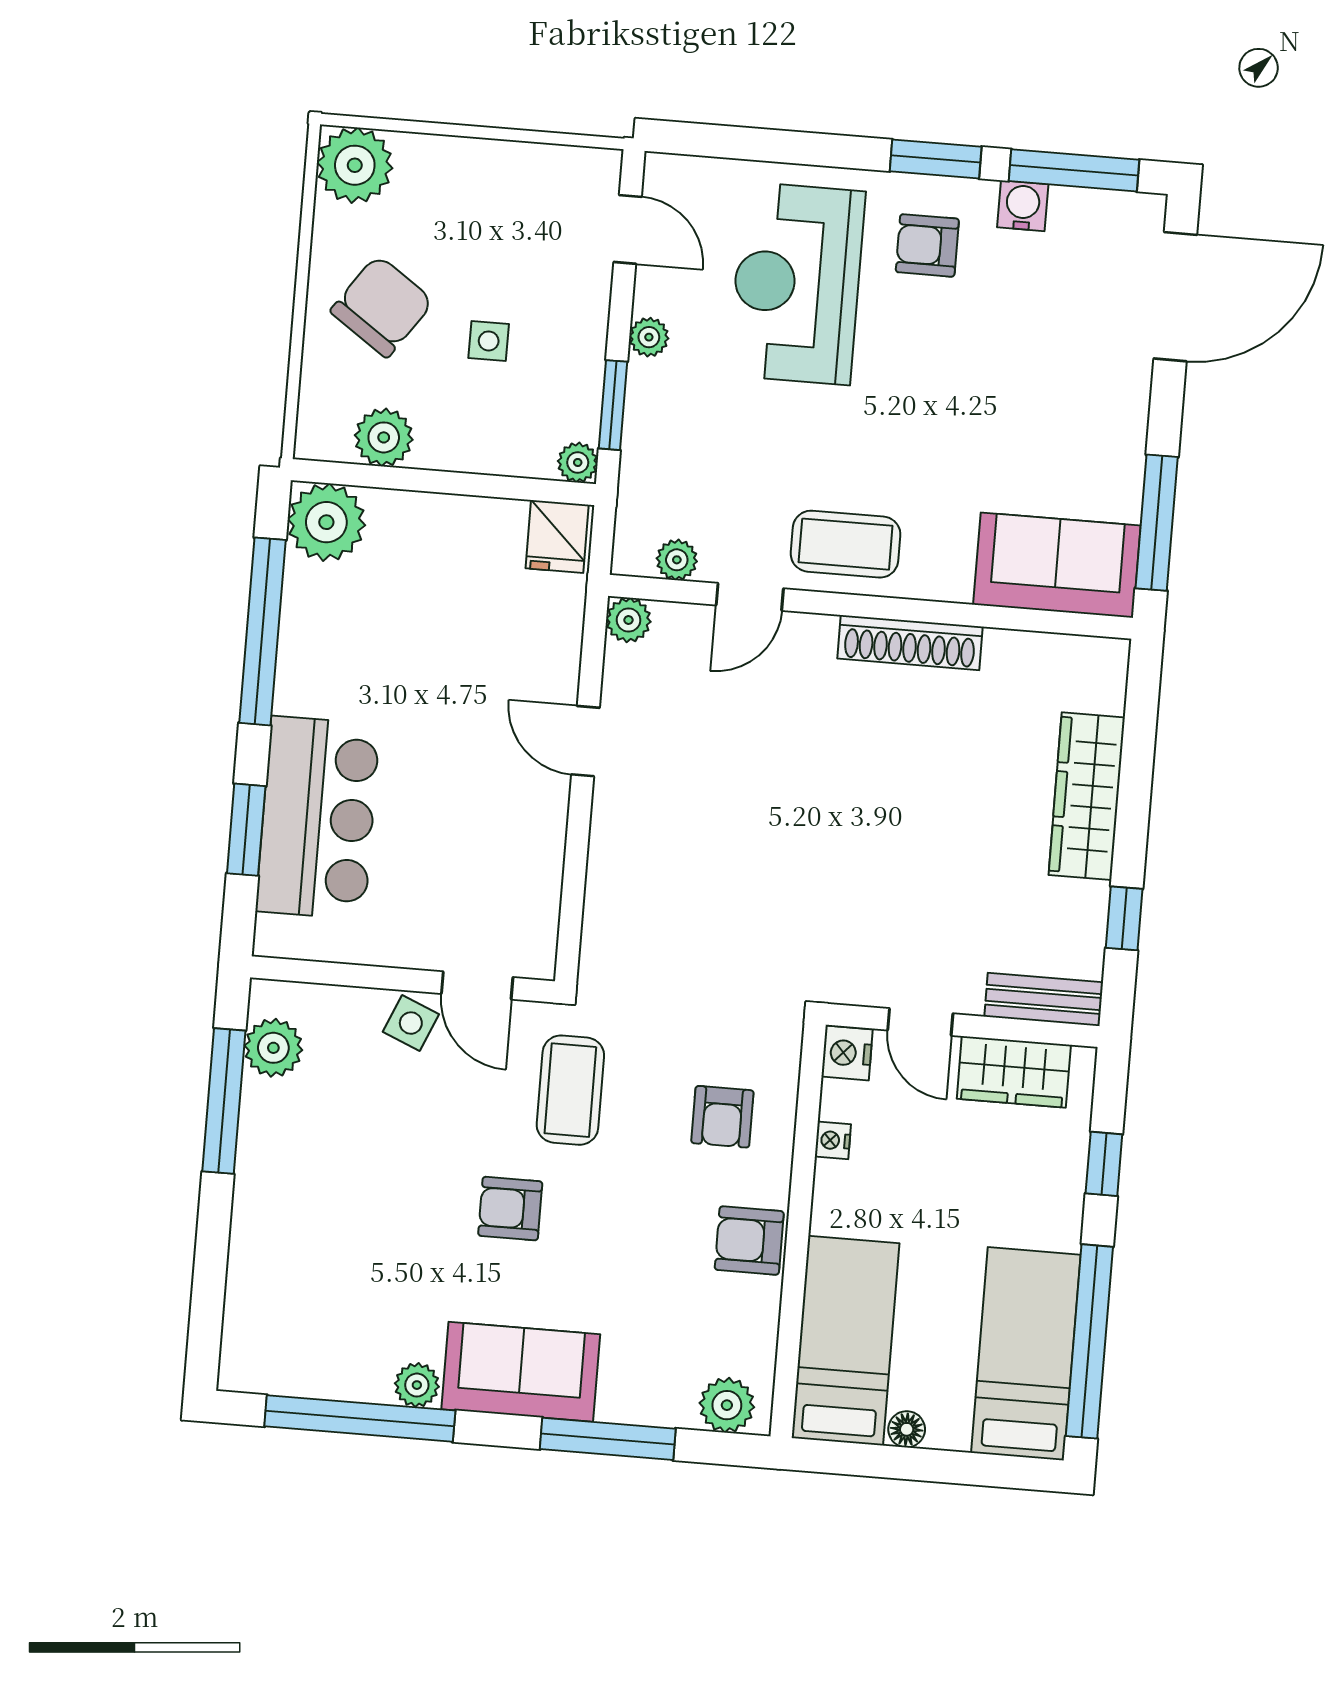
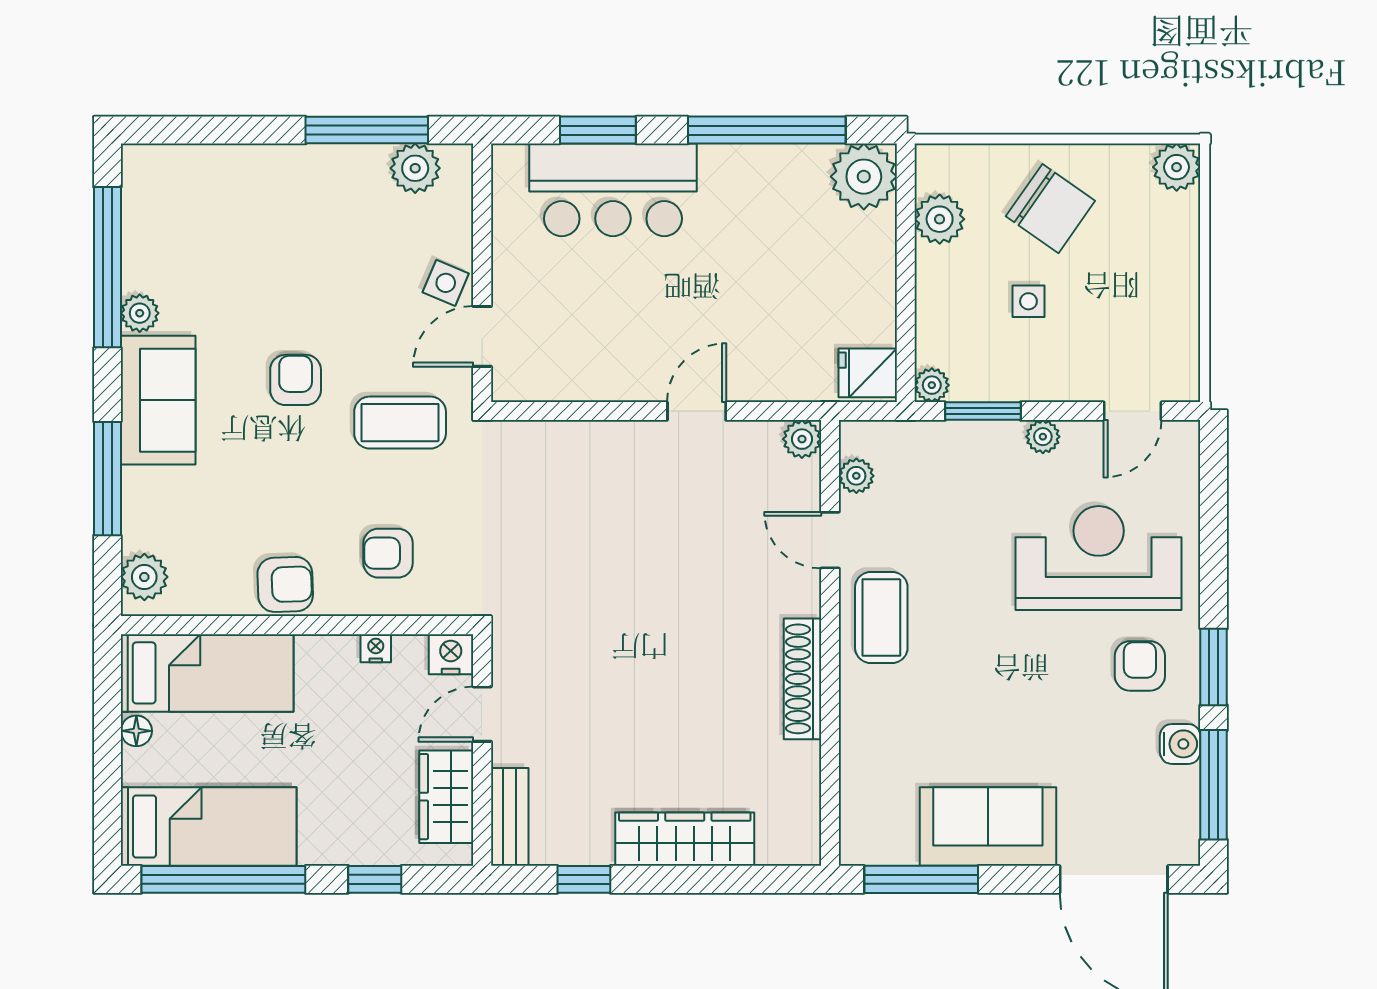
plant: (355, 165) -> (1177, 167), width x0.73, depth x0.73
sofa: (1057, 565) -> (988, 827), moved, turned -90
armchair: (749, 1241) -> (285, 584), turned 88

